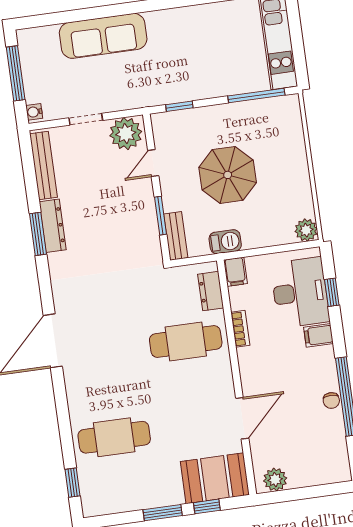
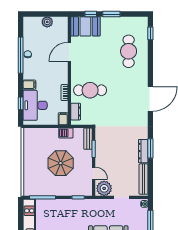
door: (153, 163) -> (94, 173), hinge flipped
plant: (306, 230) -> (28, 133), removed
cafe table: (114, 437) -> (129, 51), turned 90
plant: (275, 480) -> (47, 22), moved

